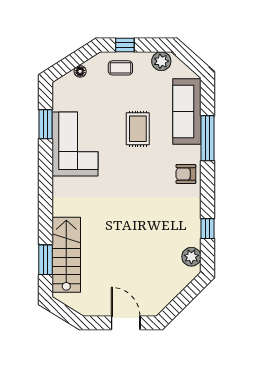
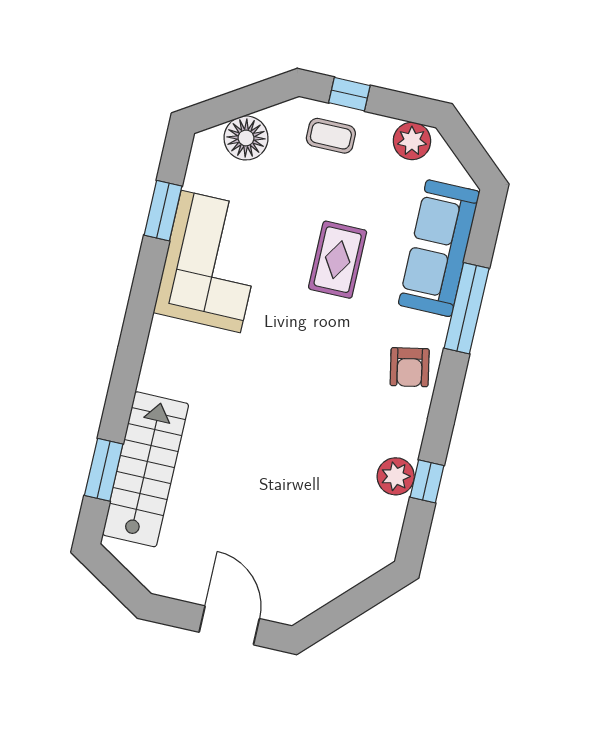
floor lamp: (80, 71) -> (246, 138), width x1.89, depth x1.89
armchair: (186, 174) -> (410, 367), turned -101
plant: (191, 257) -> (396, 476), moved

